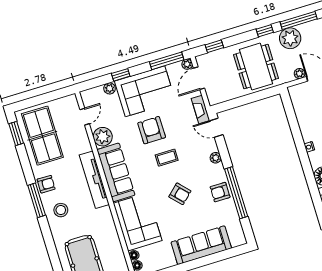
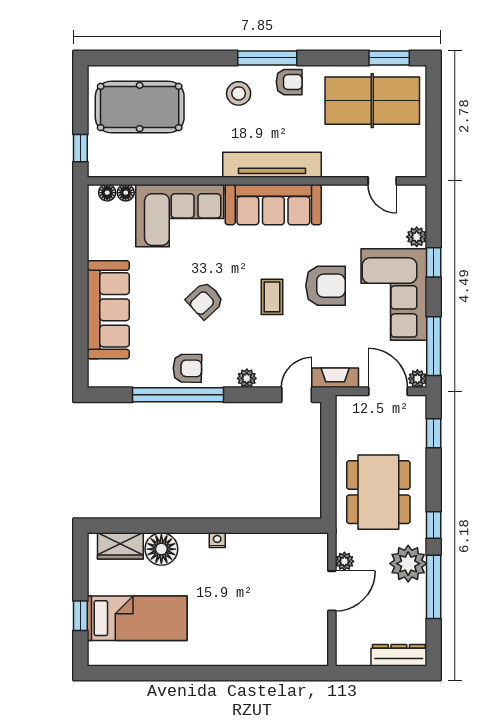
dining table: (256, 67) -> (378, 492), turned 90
plant: (103, 137) -> (340, 201), removed
armchair: (46, 184) -> (289, 82), turned -91
armchair: (220, 192) -> (187, 368), turned 91

